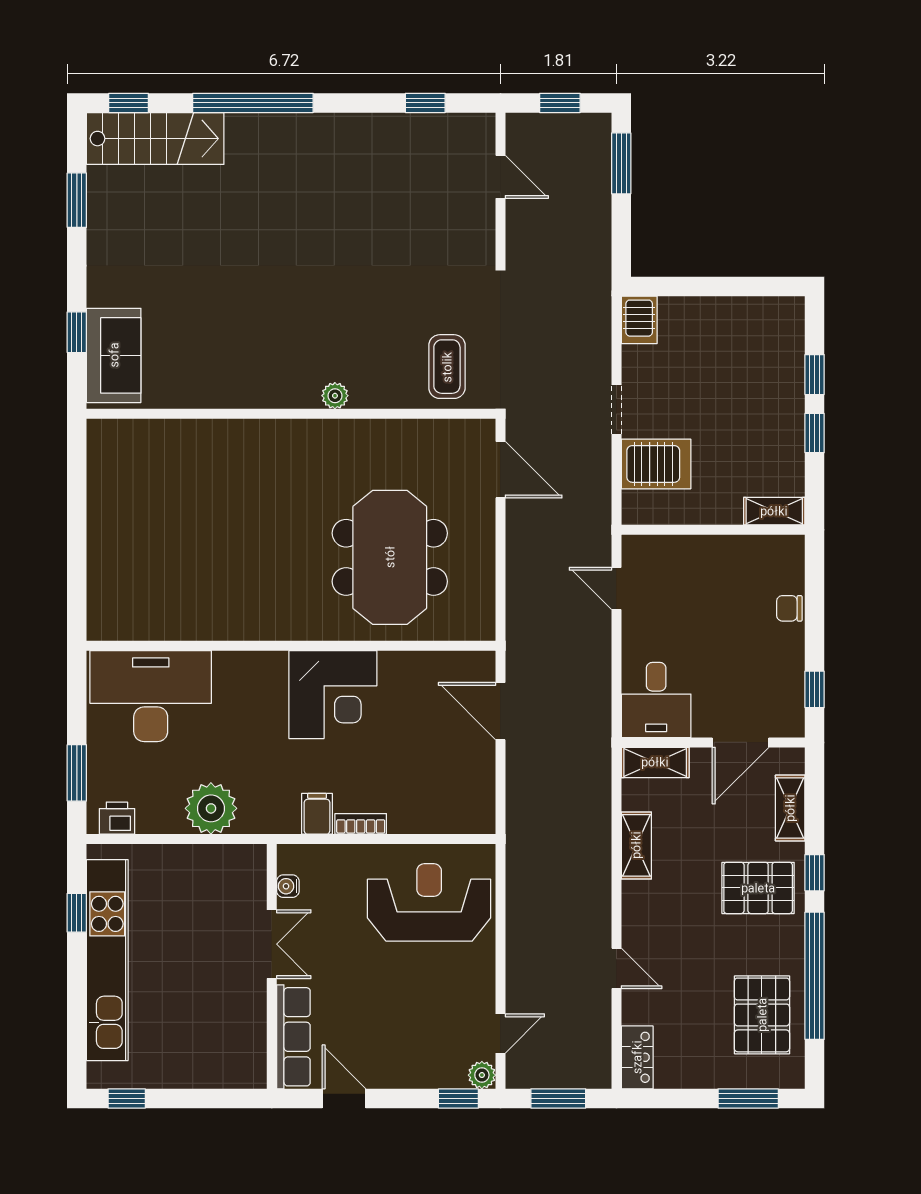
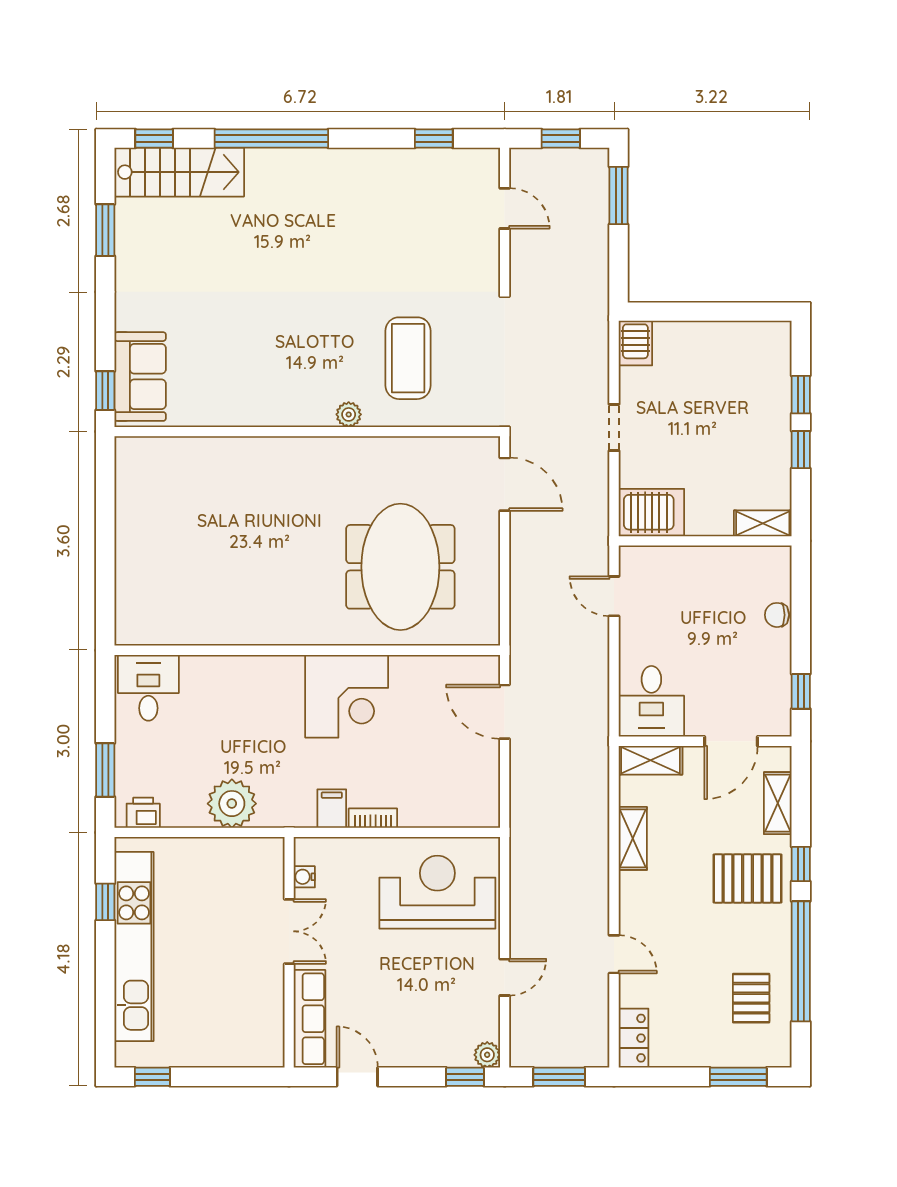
window: (77, 332) -> (105, 391), moved
coffee table: (447, 367) -> (408, 358), moved, width x1.36, depth x1.32
server rack: (656, 464) -> (651, 512), moved
desk: (151, 696) -> (148, 688), width x0.53, depth x0.77
pallet: (762, 1015) -> (751, 998), width x0.67, depth x0.71
door: (500, 1034) -> (505, 977), moved

